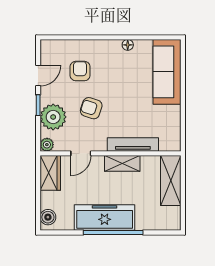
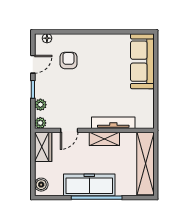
floor lamp: (128, 45) -> (47, 38), moved
armchair: (91, 108) -> (78, 92), removed
plant: (53, 117) -> (40, 105), width x0.53, depth x0.53
shelving: (171, 181) -> (146, 163), width x1.47

